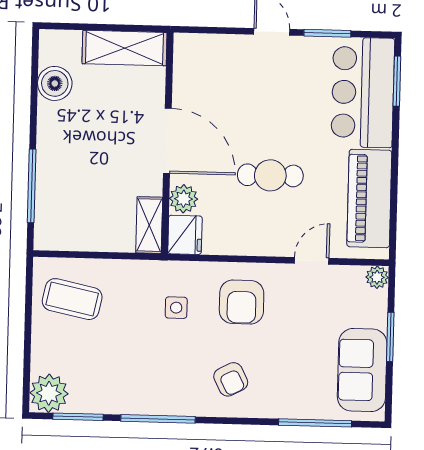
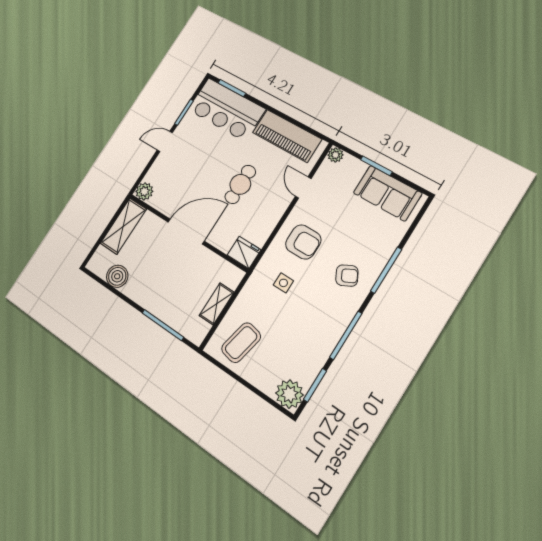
plant: (184, 199) -> (144, 191), moved
shelving: (149, 225) -> (217, 304), moved, turned 90
window: (315, 423) -> (386, 270), moved

